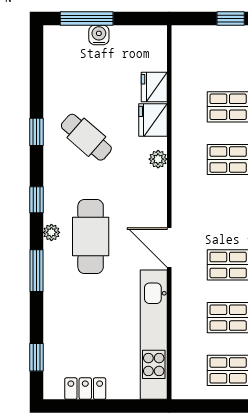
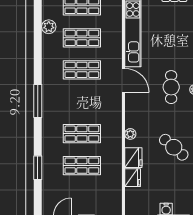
cafe table: (91, 236) -> (171, 87), width x0.73, depth x0.74

